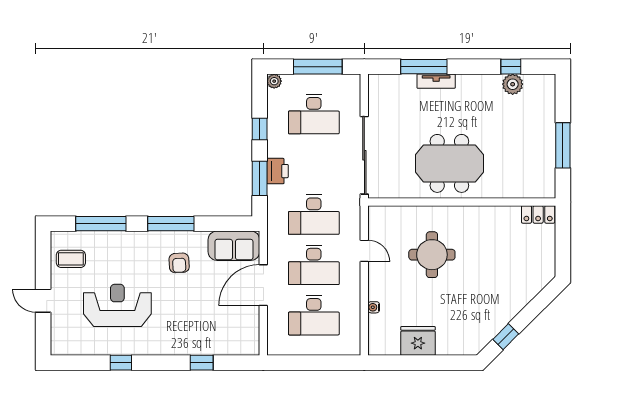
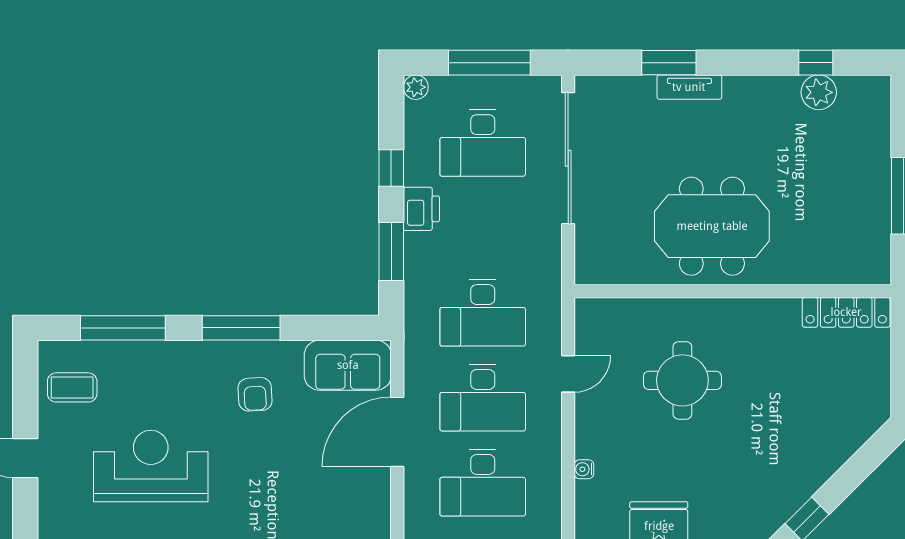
window: (424, 67) -> (669, 63), width x0.69
sliding door: (364, 155) -> (568, 158), moved
printer: (278, 171) -> (421, 209), moved
locker: (538, 214) -> (846, 312), width x1.53
door: (364, 251) -> (568, 374), hinge flipped

